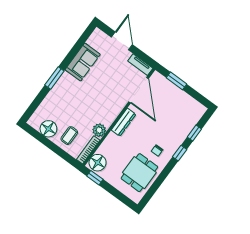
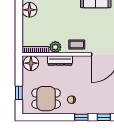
dresser: (124, 122) -> (60, 60), moved
coffee table: (69, 136) -> (77, 45), moved
window: (95, 178) -> (19, 93), moved

